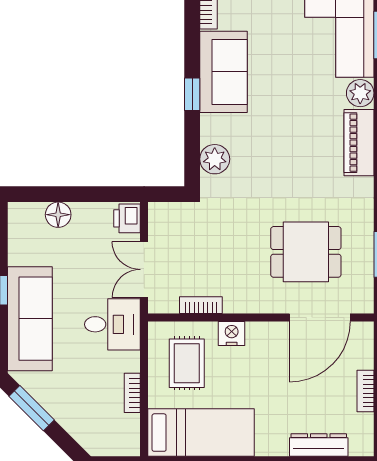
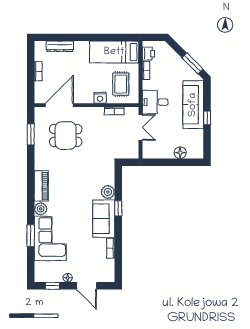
plant: (215, 159) -> (108, 192), moved
printer: (127, 218) -> (148, 54), moved

